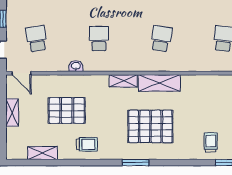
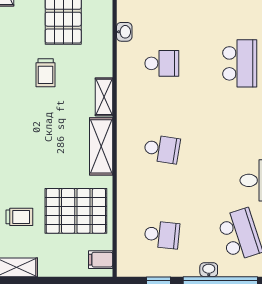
pallet: (150, 126) -> (76, 211), moved, turned 90
trolley: (87, 144) -> (46, 73), moved

